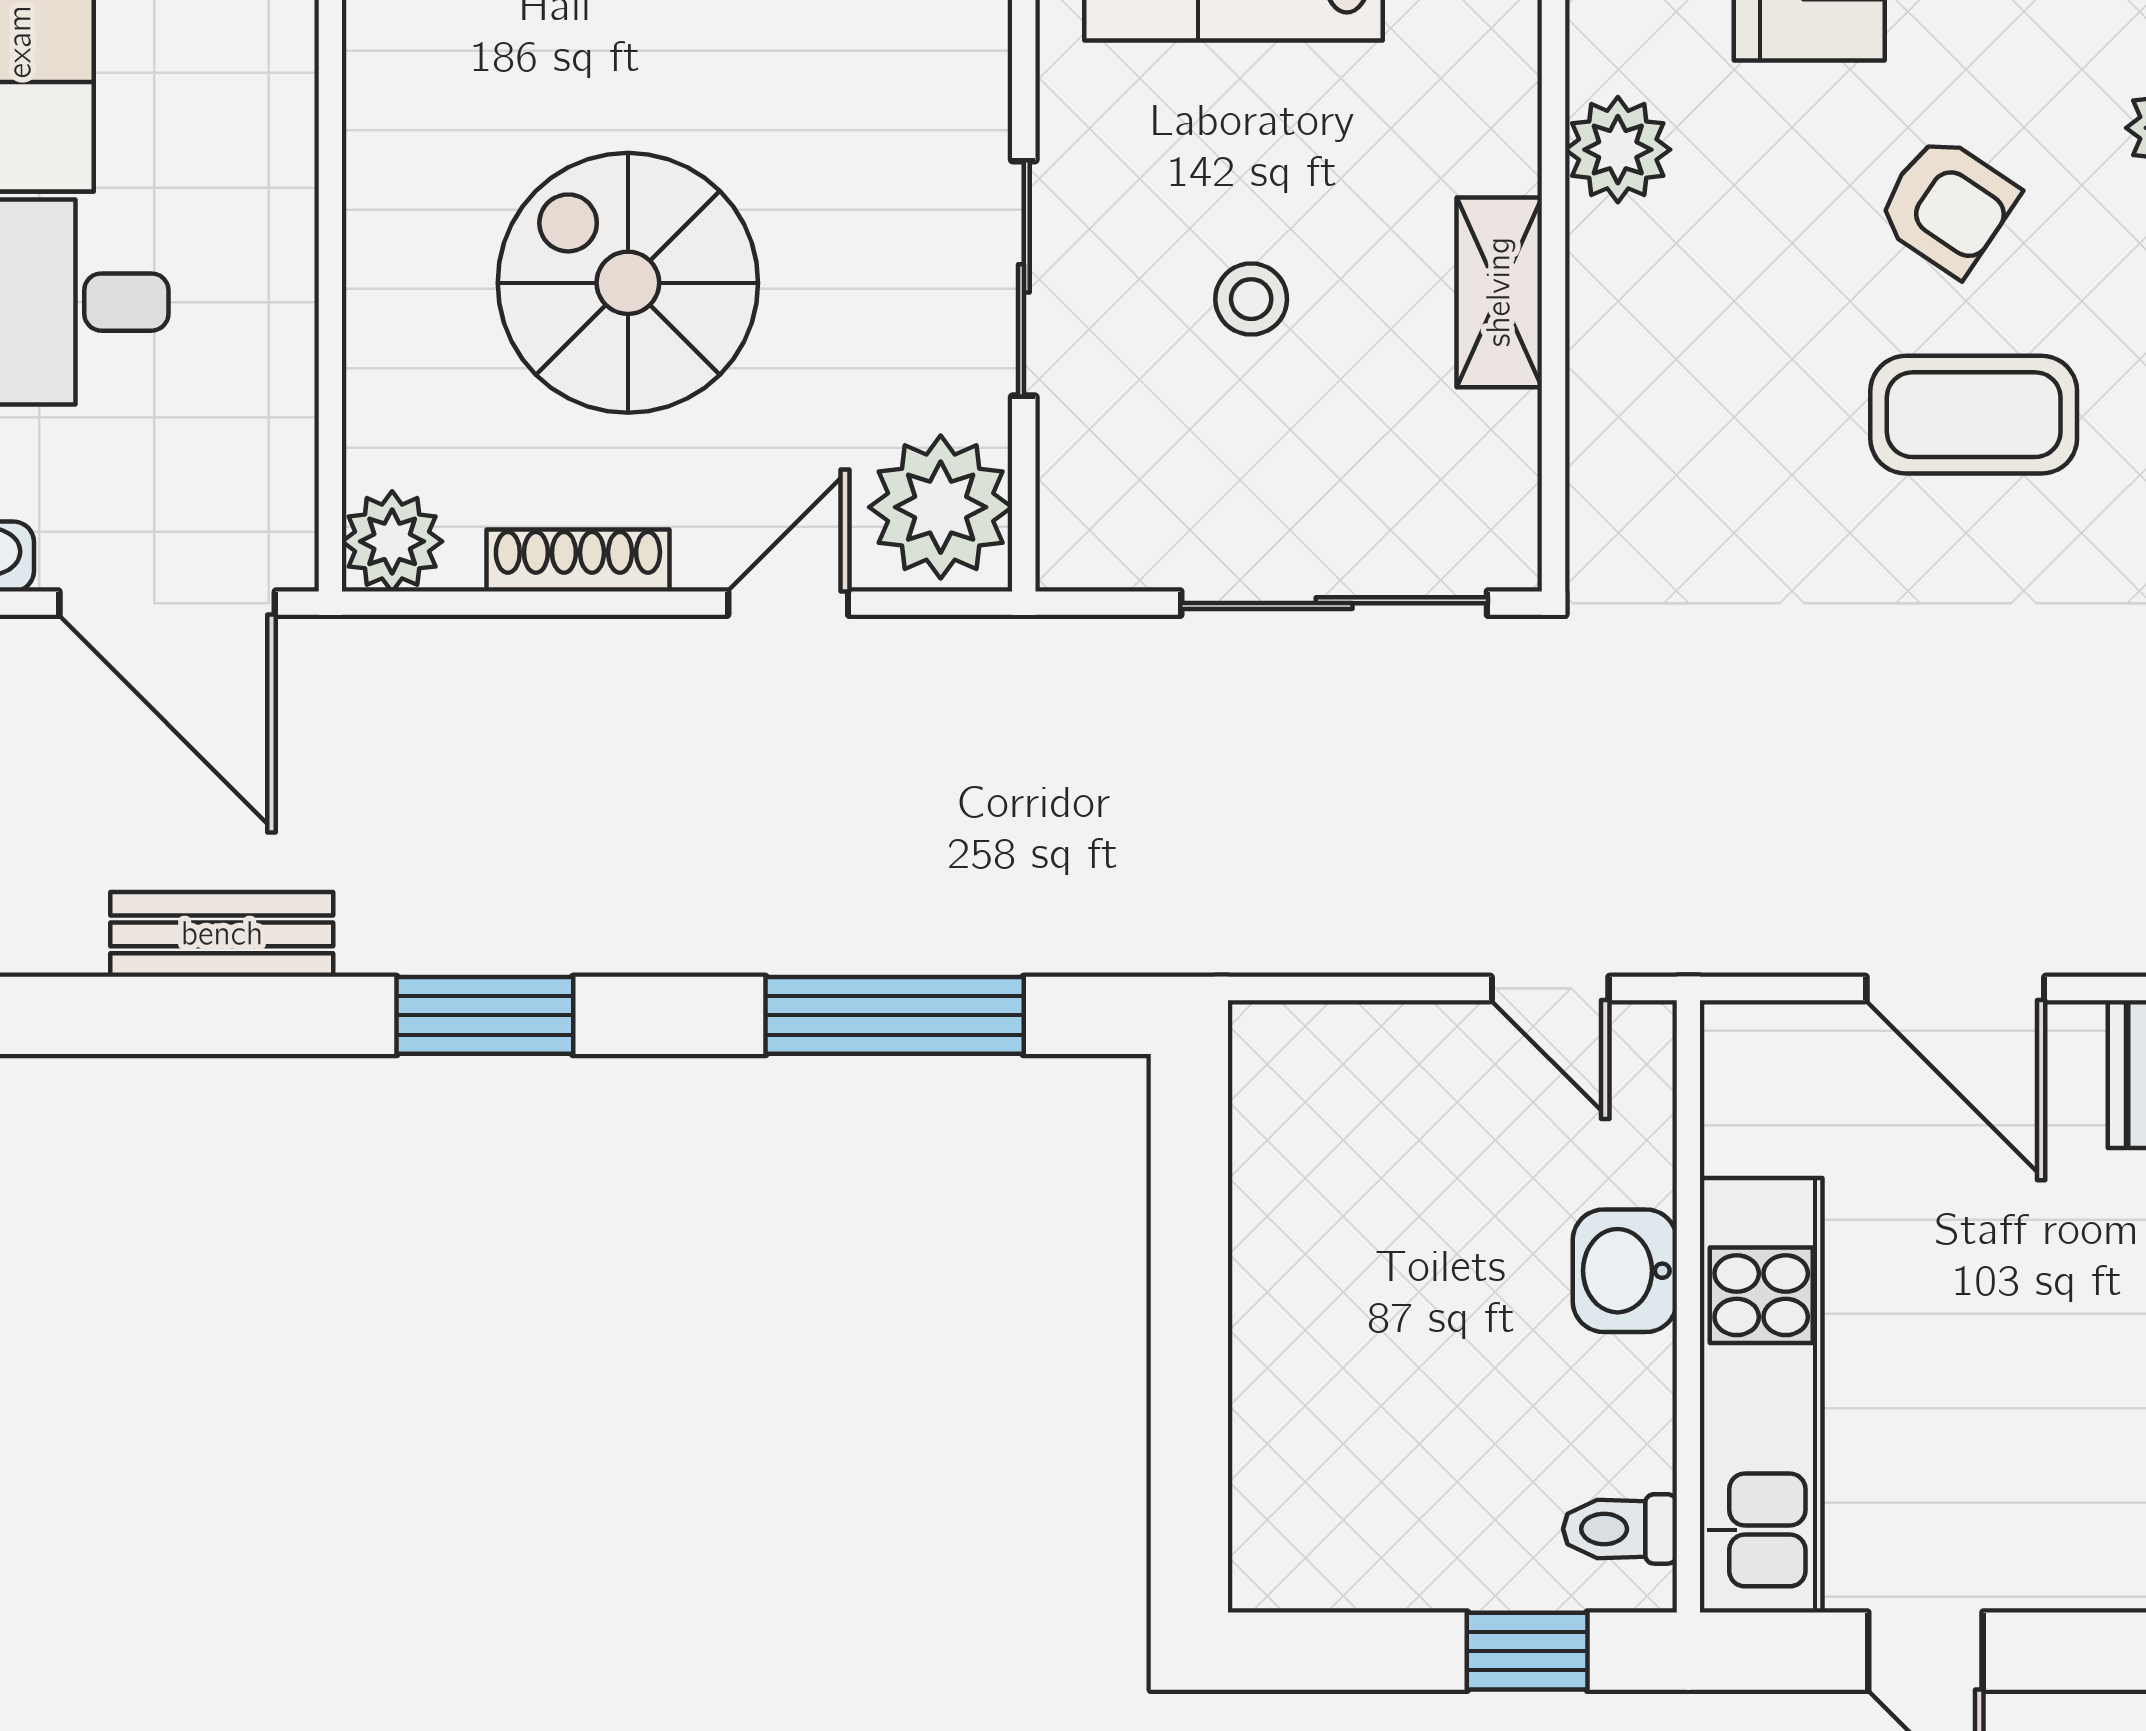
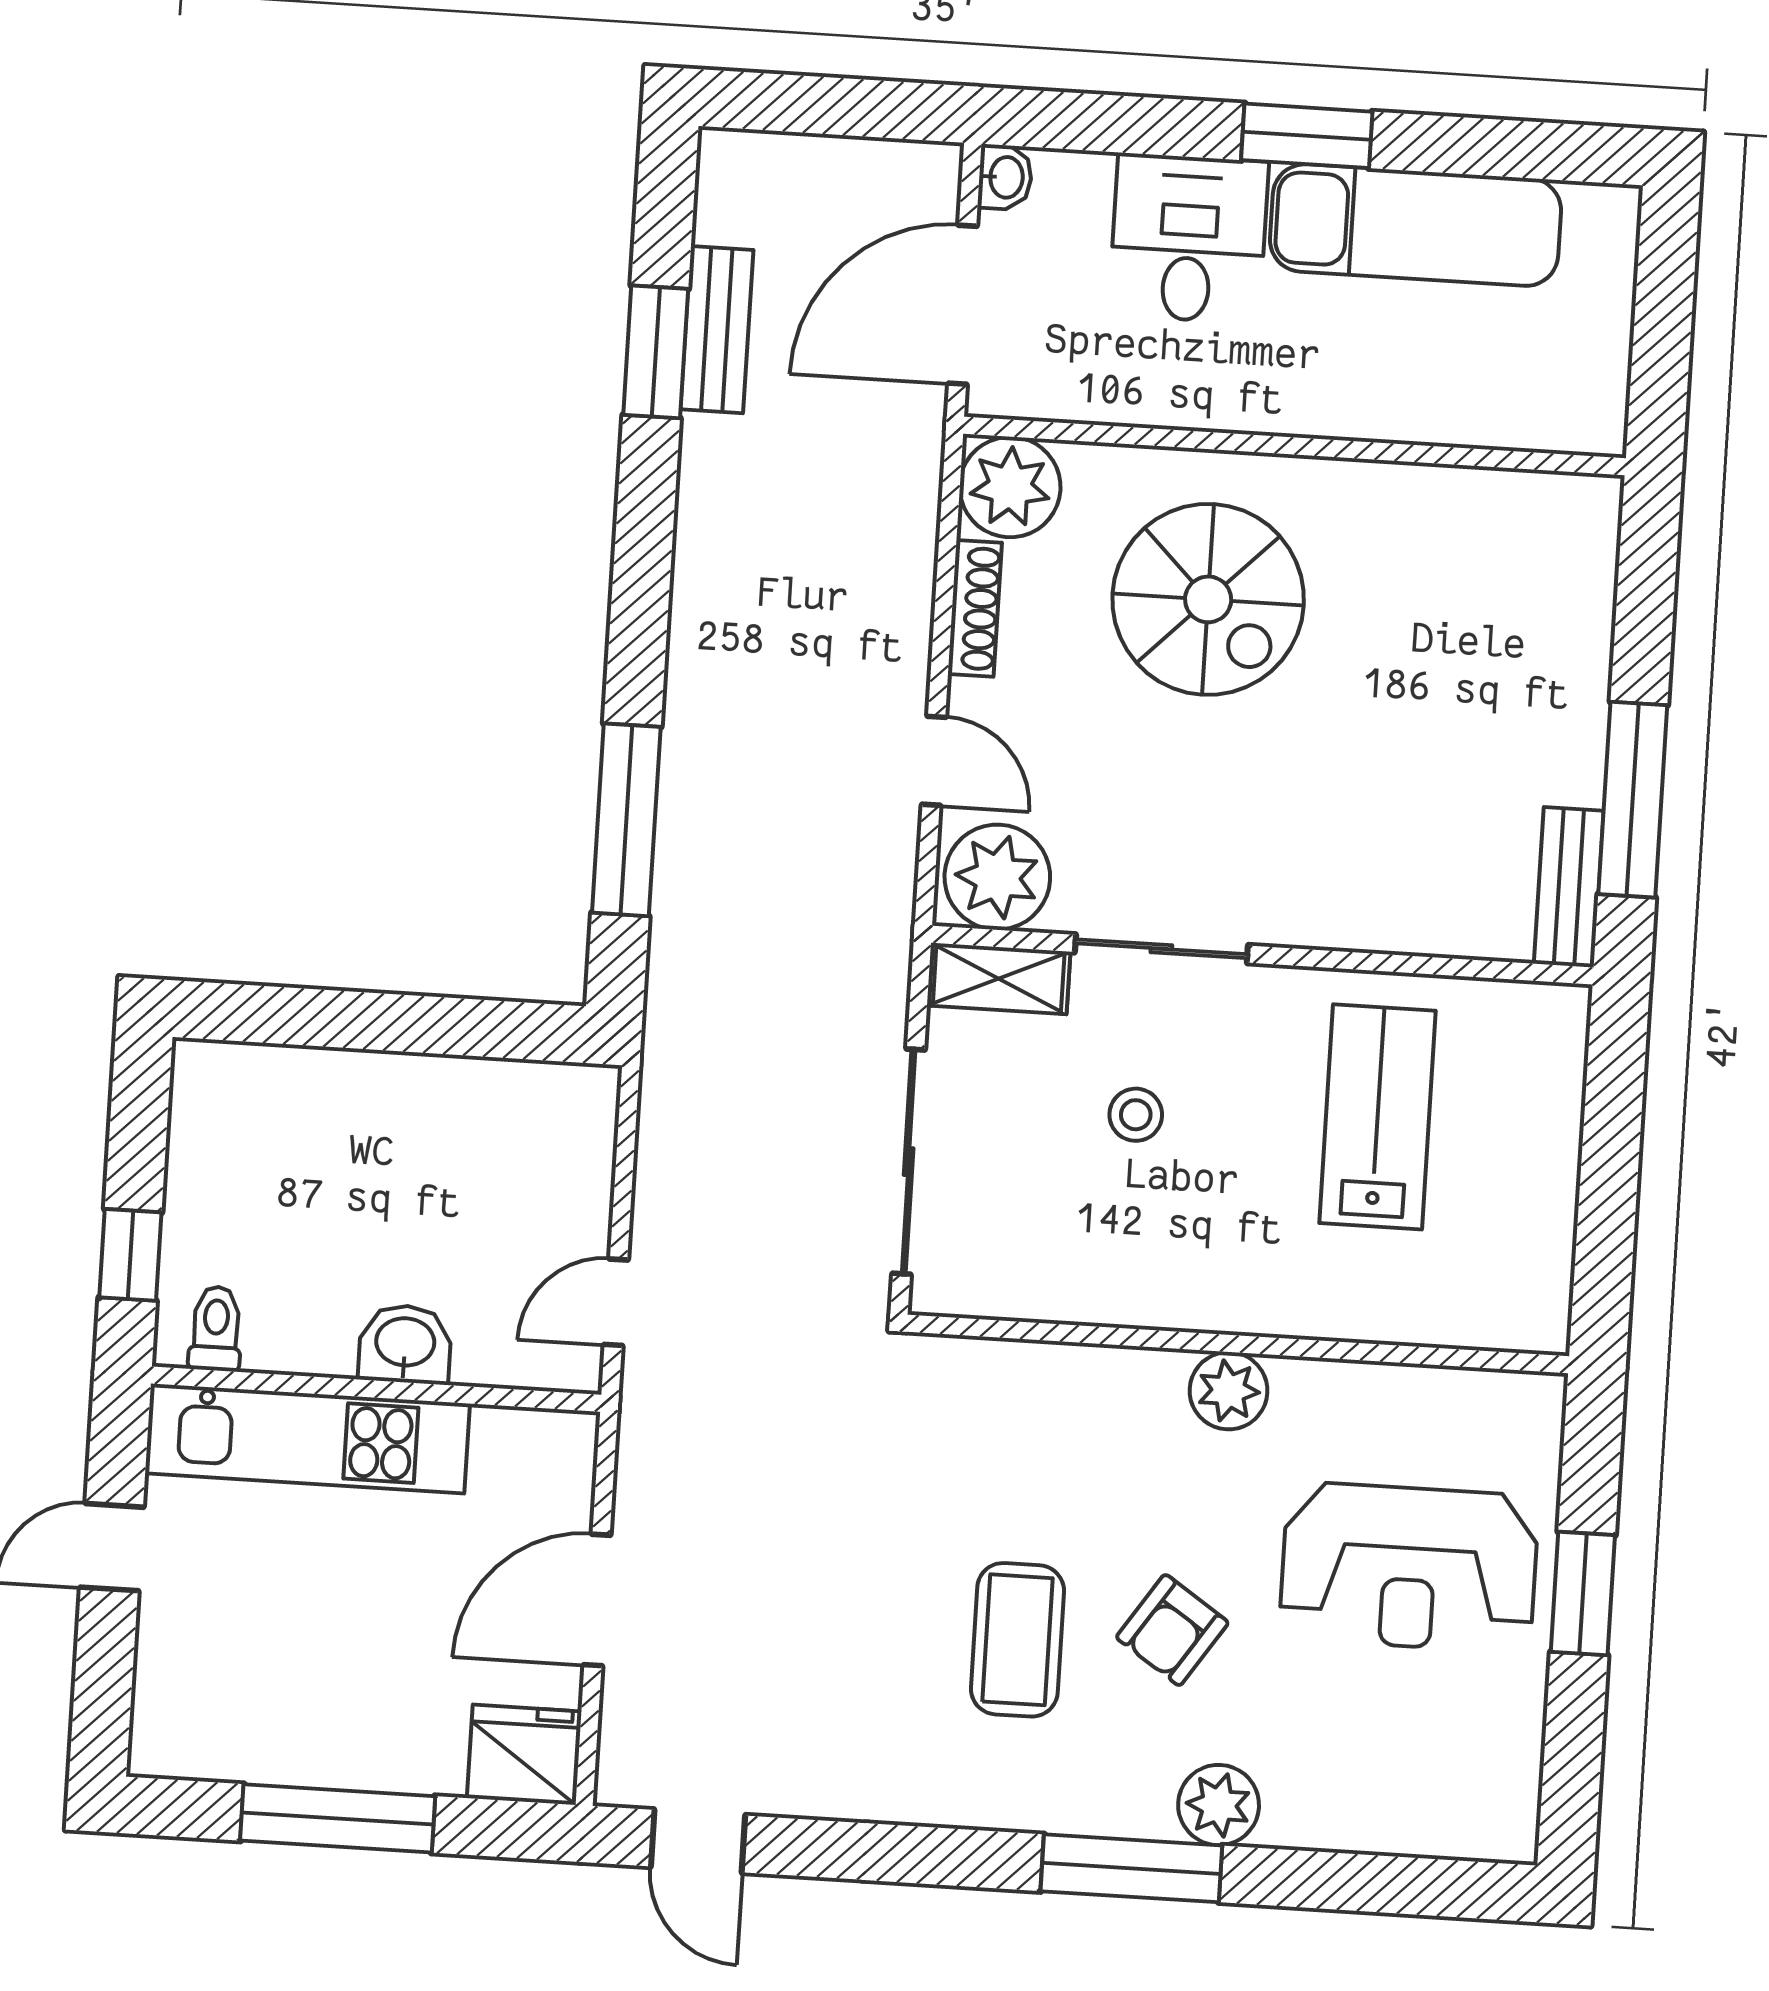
spiral stairs: (628, 283) -> (1208, 599), moved, turned 90
shelving: (1499, 292) -> (999, 979), moved
plant: (392, 541) -> (1010, 487), width x1.36, depth x1.36
window: (485, 1015) -> (656, 352), moved

